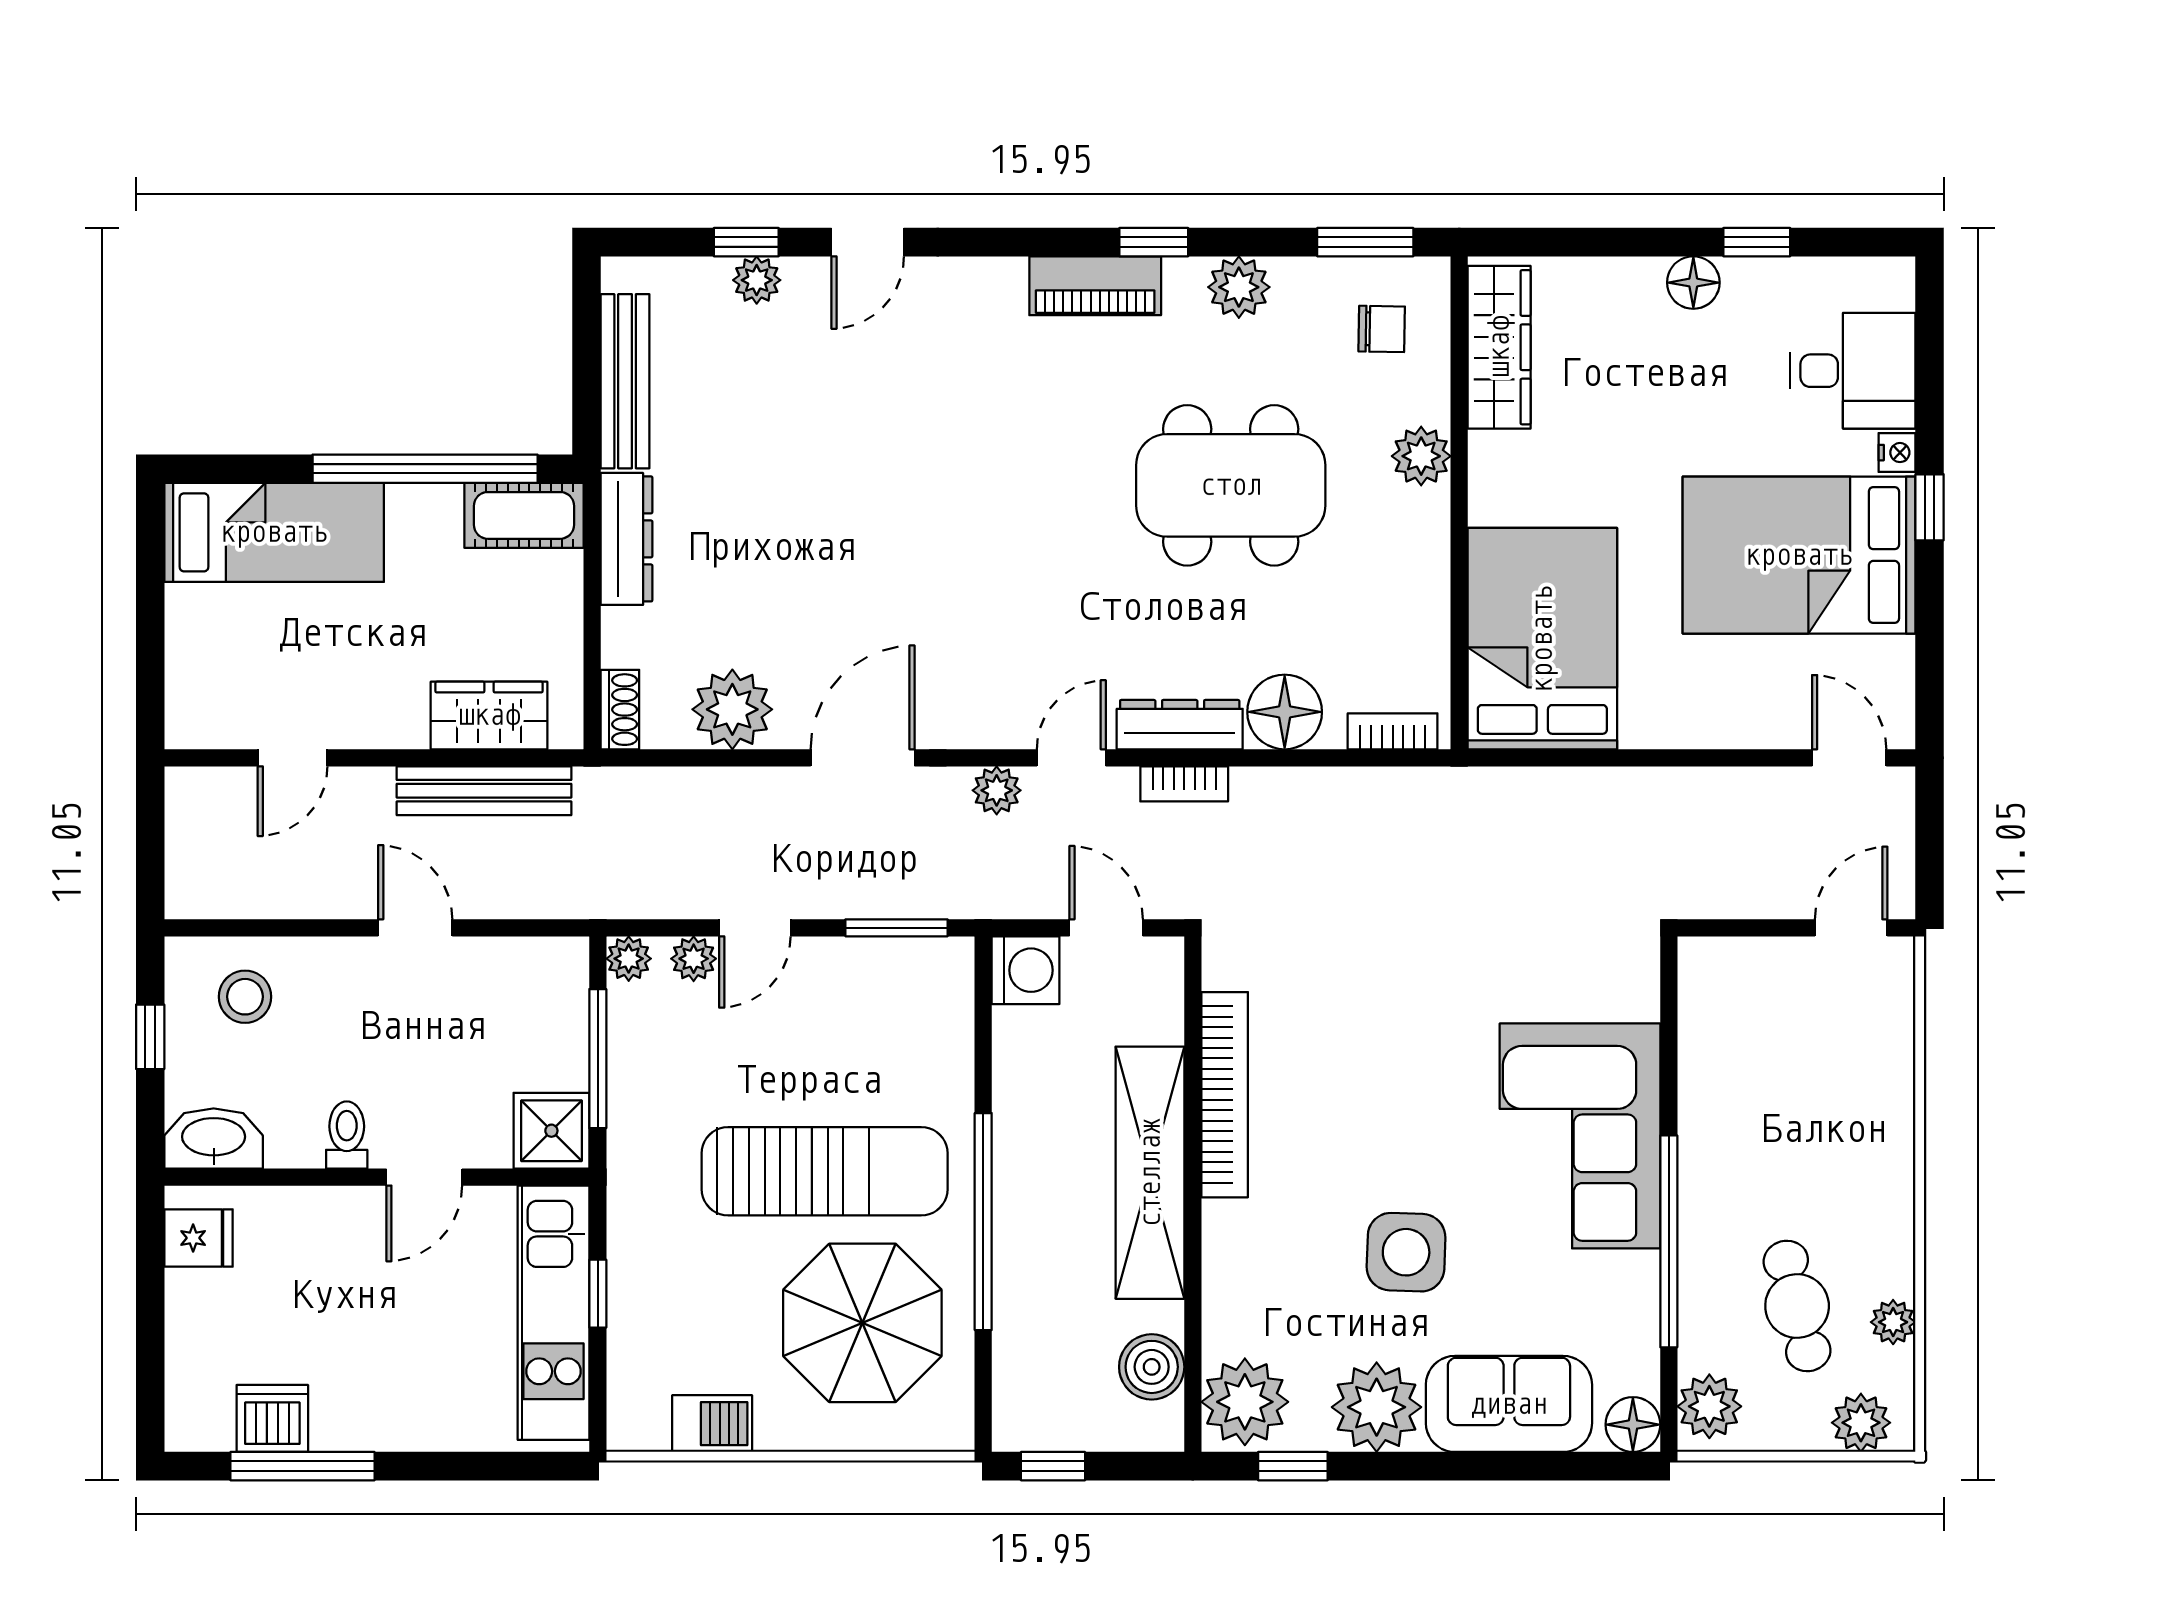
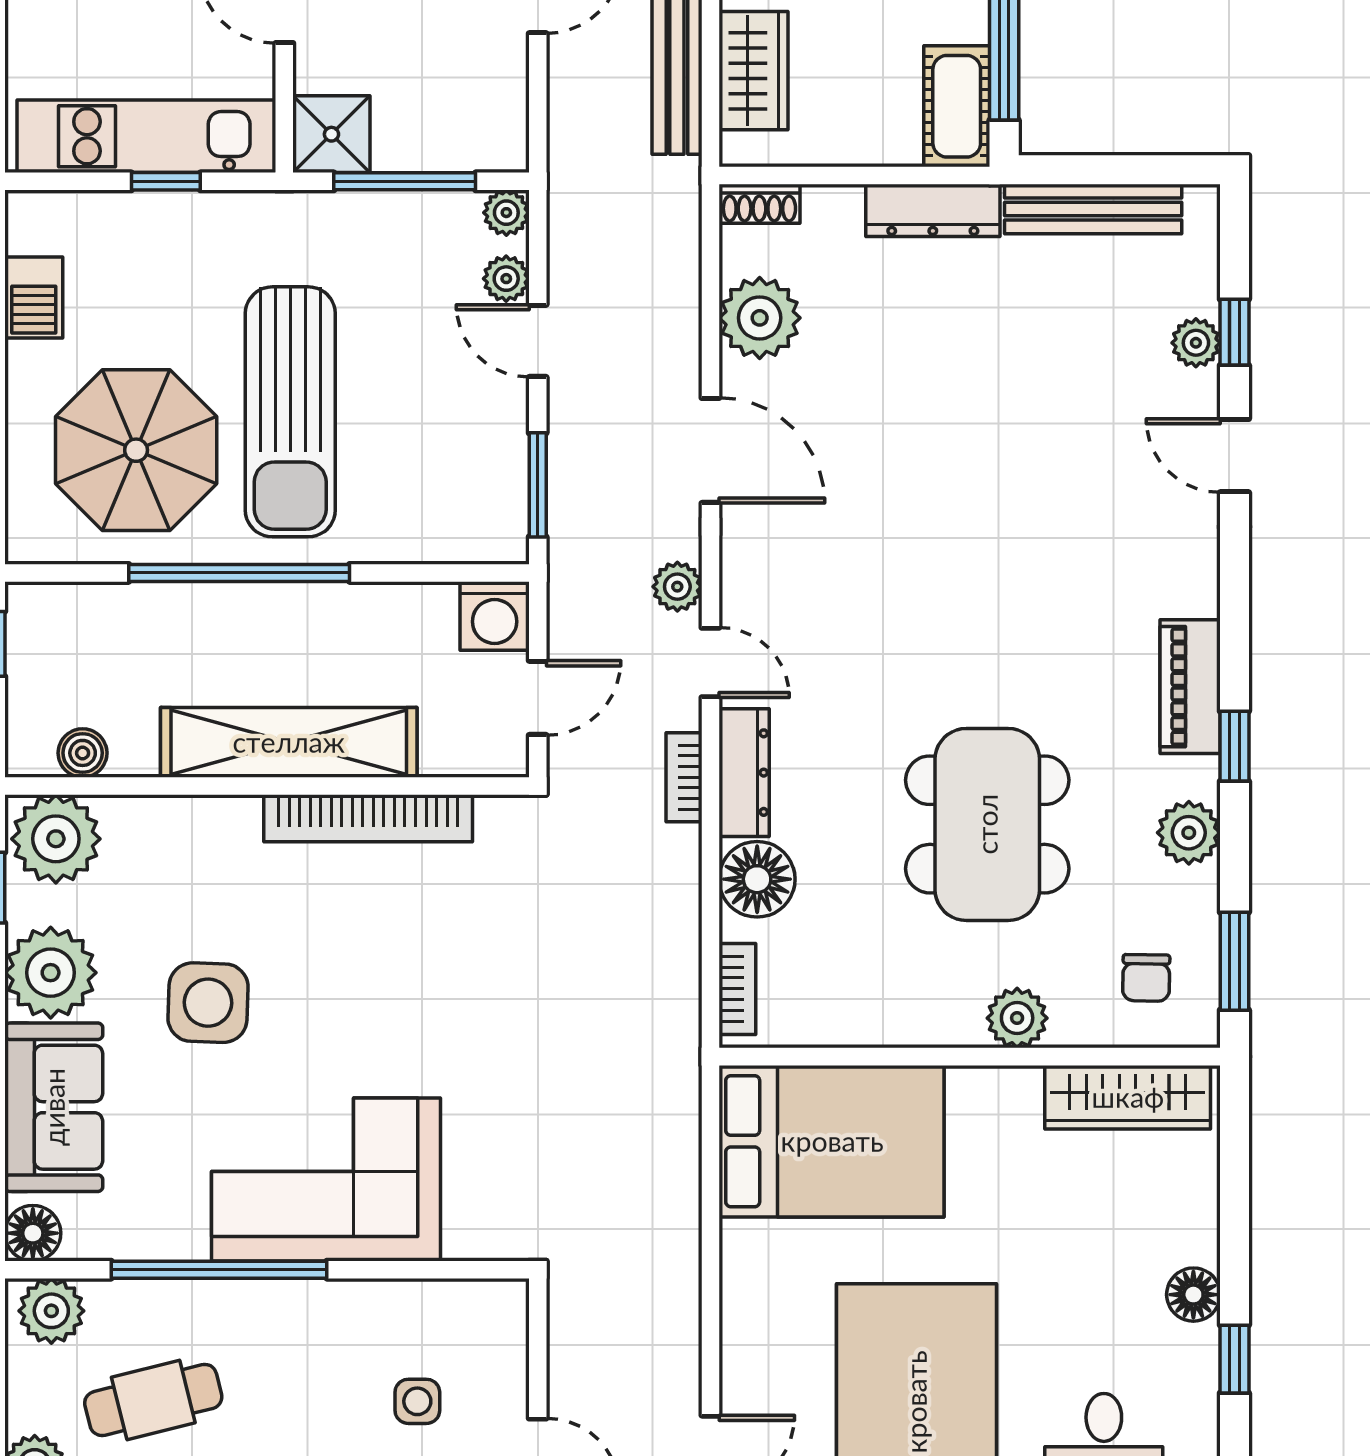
side table: (1798, 1046) -> (417, 1401), added
boiler: (1152, 1367) -> (83, 753), width x0.73, depth x0.73

